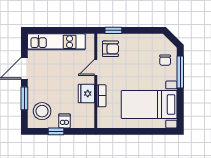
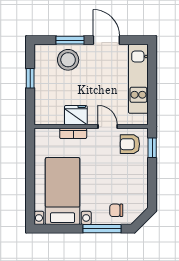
armchair: (110, 49) -> (130, 144), turned 90
stool: (42, 111) -> (68, 60), moved
dishwasher: (65, 121) -> (43, 89), removed

